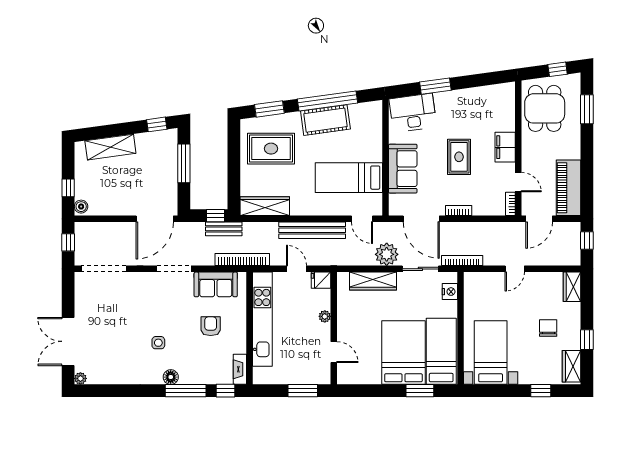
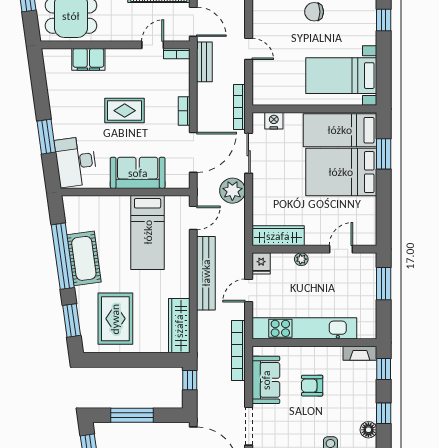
filing cabinet: (505, 147) -> (88, 59), moved
bench: (224, 229) -> (204, 62), moved
wardrobe: (373, 281) -> (278, 236), moved, turned -90
window: (186, 391) -> (384, 413), width x0.46

